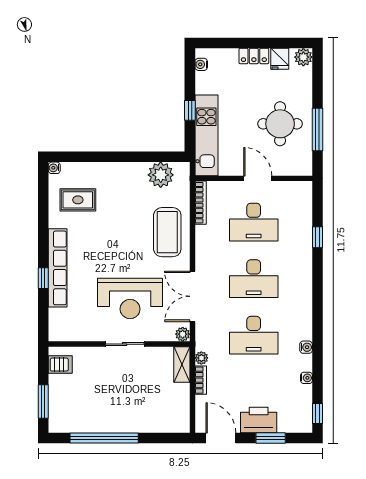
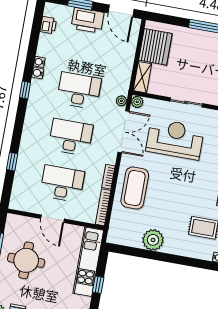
plant: (161, 175) -> (153, 240), moved
plant: (201, 358) -> (121, 101), moved
water cooler: (306, 378) -> (39, 62), moved
bookcase: (201, 380) -> (108, 177), moved
server rack: (173, 403) -> (155, 47), added
printer: (304, 406) -> (48, 25), added
window: (317, 413) -> (25, 90), moved

